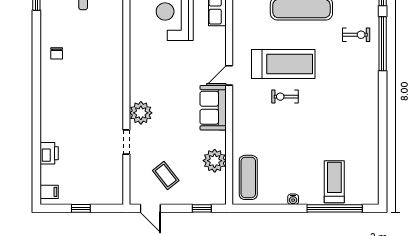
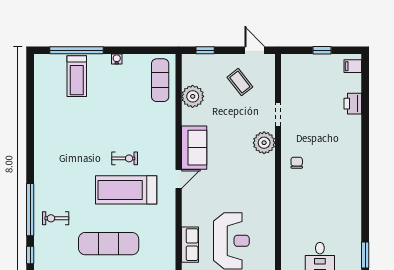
chair: (57, 53) -> (297, 163), moved

